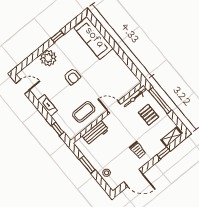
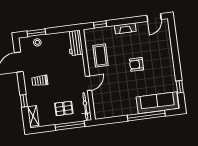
window: (57, 36) -> (180, 87), moved
window: (110, 41) -> (146, 116), added
plant: (48, 58) -> (165, 54), removed
workbench: (95, 133) -> (75, 43), moved
window: (87, 165) -> (36, 33), moved

